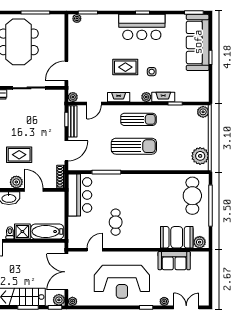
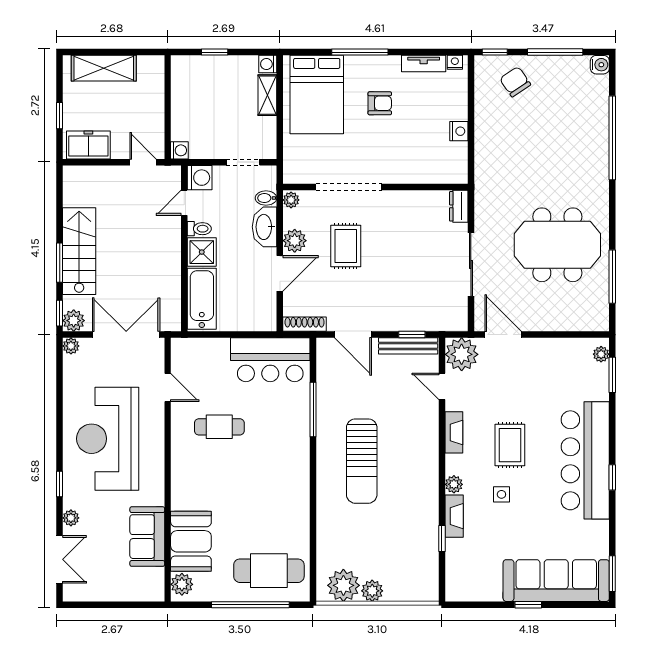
bar counter: (142, 27) -> (585, 460), width x1.36
plant: (73, 97) -> (462, 354), width x1.88, depth x1.88
plant: (203, 112) -> (372, 591), moved
sun lounger: (138, 119) -> (412, 470), removed

